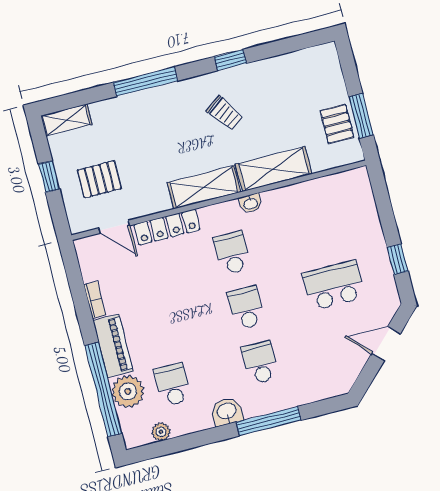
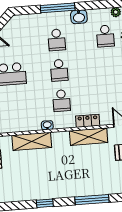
trolley: (225, 113) -> (53, 175), removed
shelving: (204, 187) -> (89, 137), moved
locker: (167, 227) -> (88, 121), width x0.66

